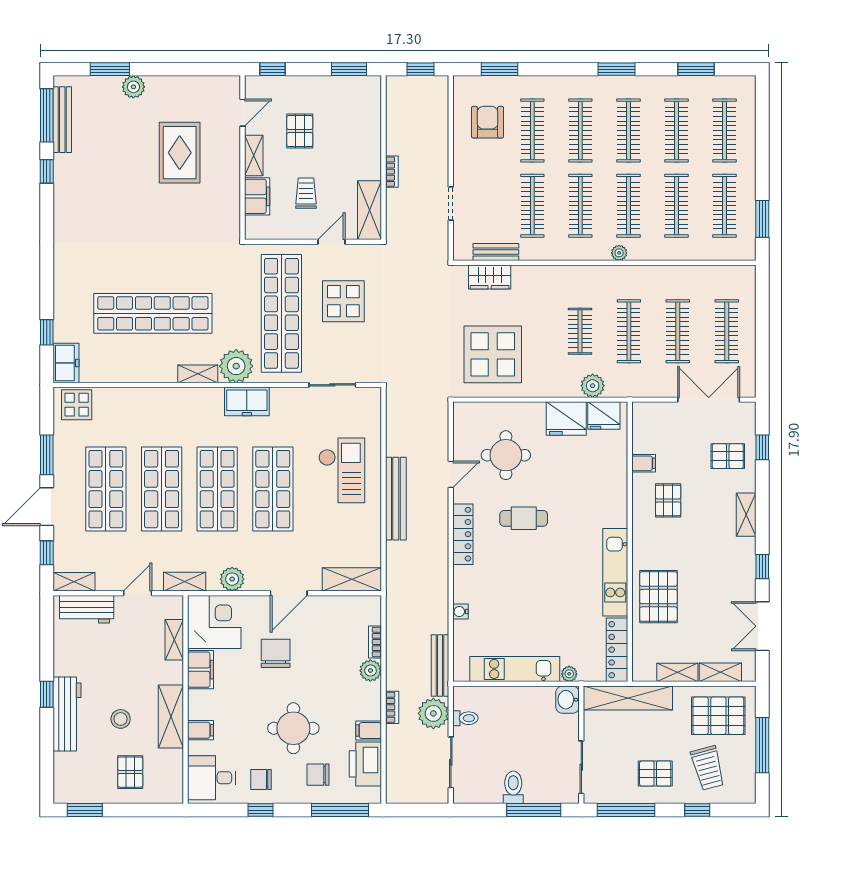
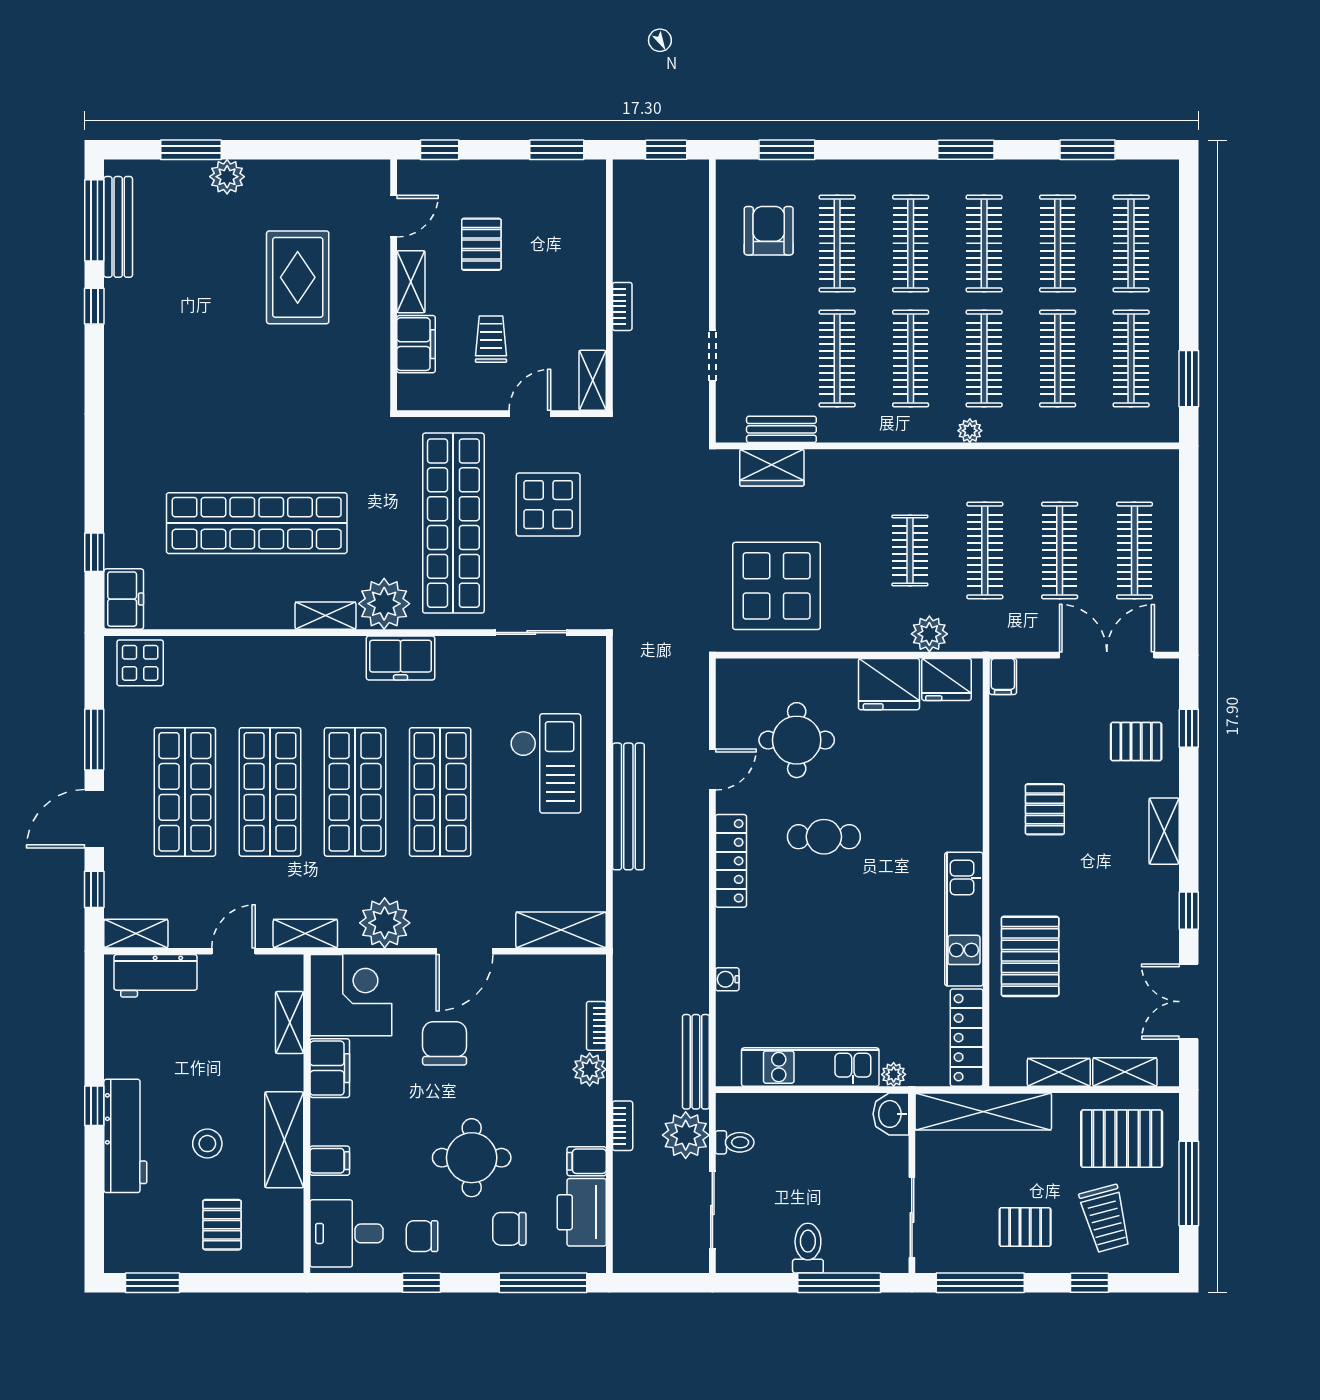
shelving: (370, 210) -> (593, 380), width x0.67, depth x0.75
filing cabinet: (644, 463) -> (1003, 676), moved, turned 90
plant: (232, 579) -> (385, 923), width x1.36, depth x1.36

